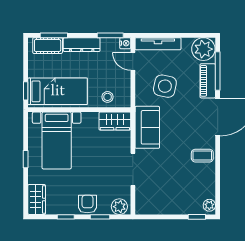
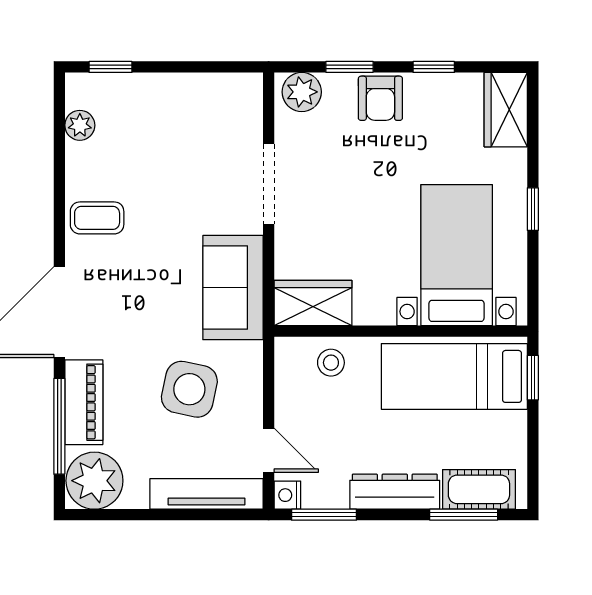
plant: (209, 205) -> (80, 125), moved

